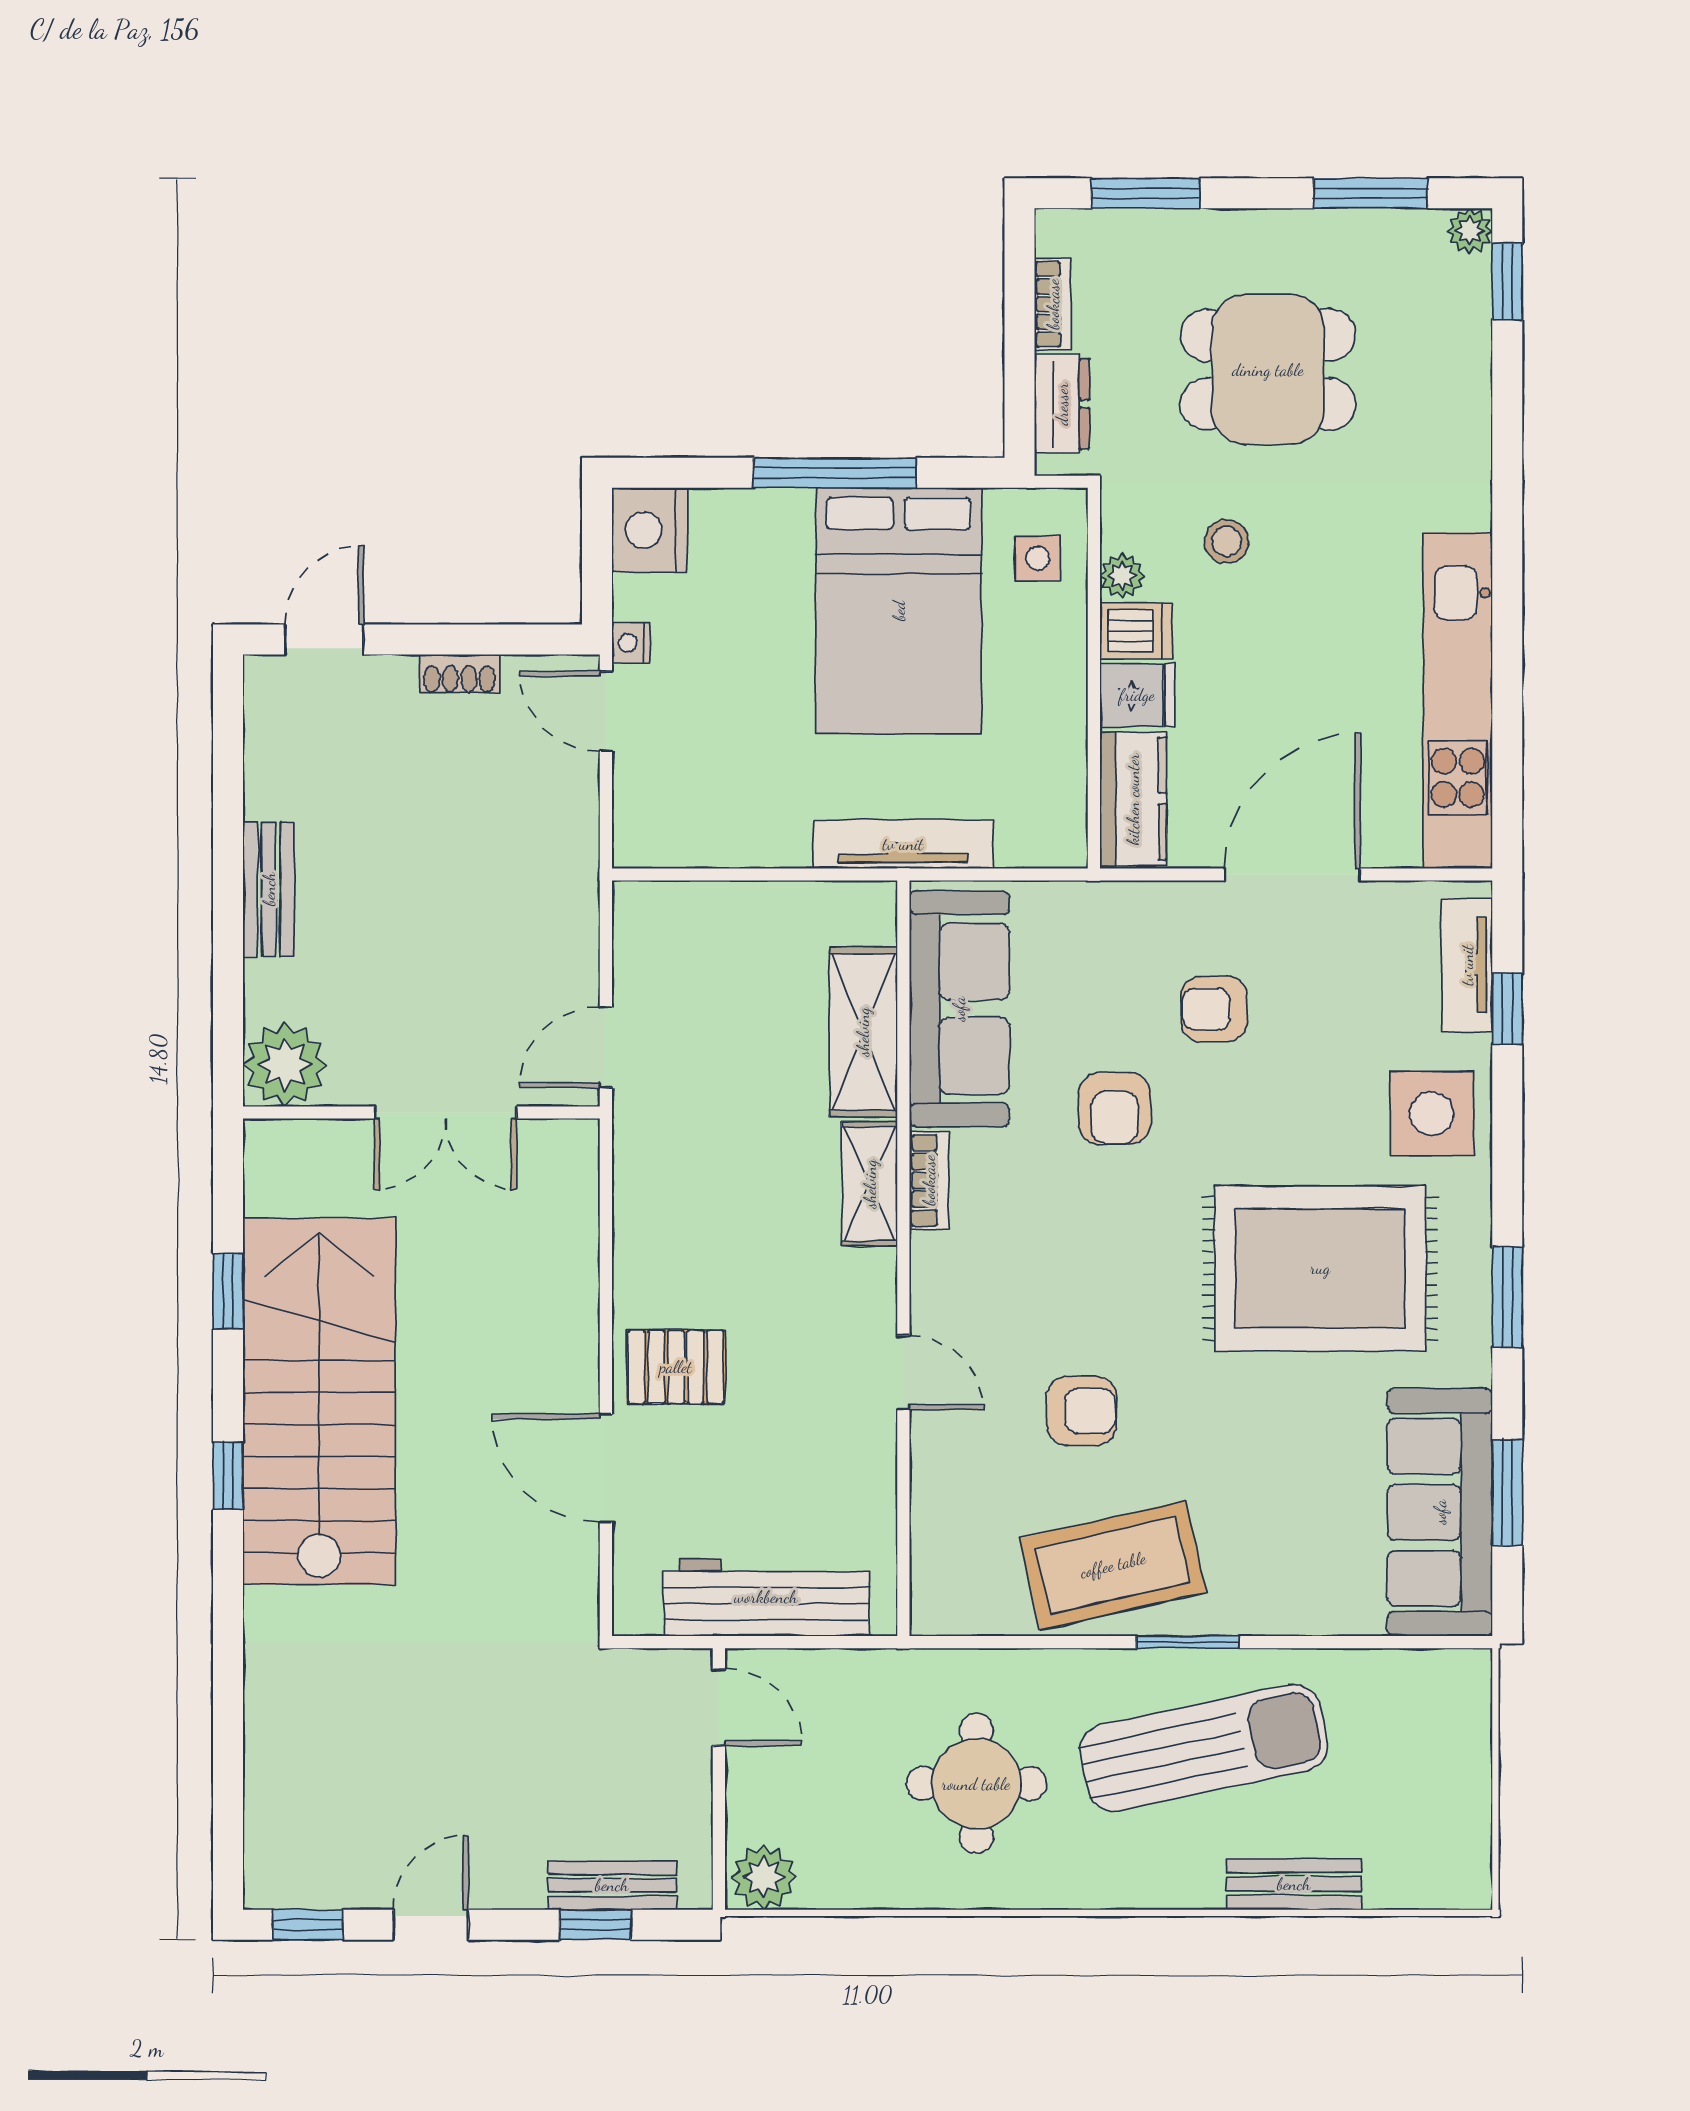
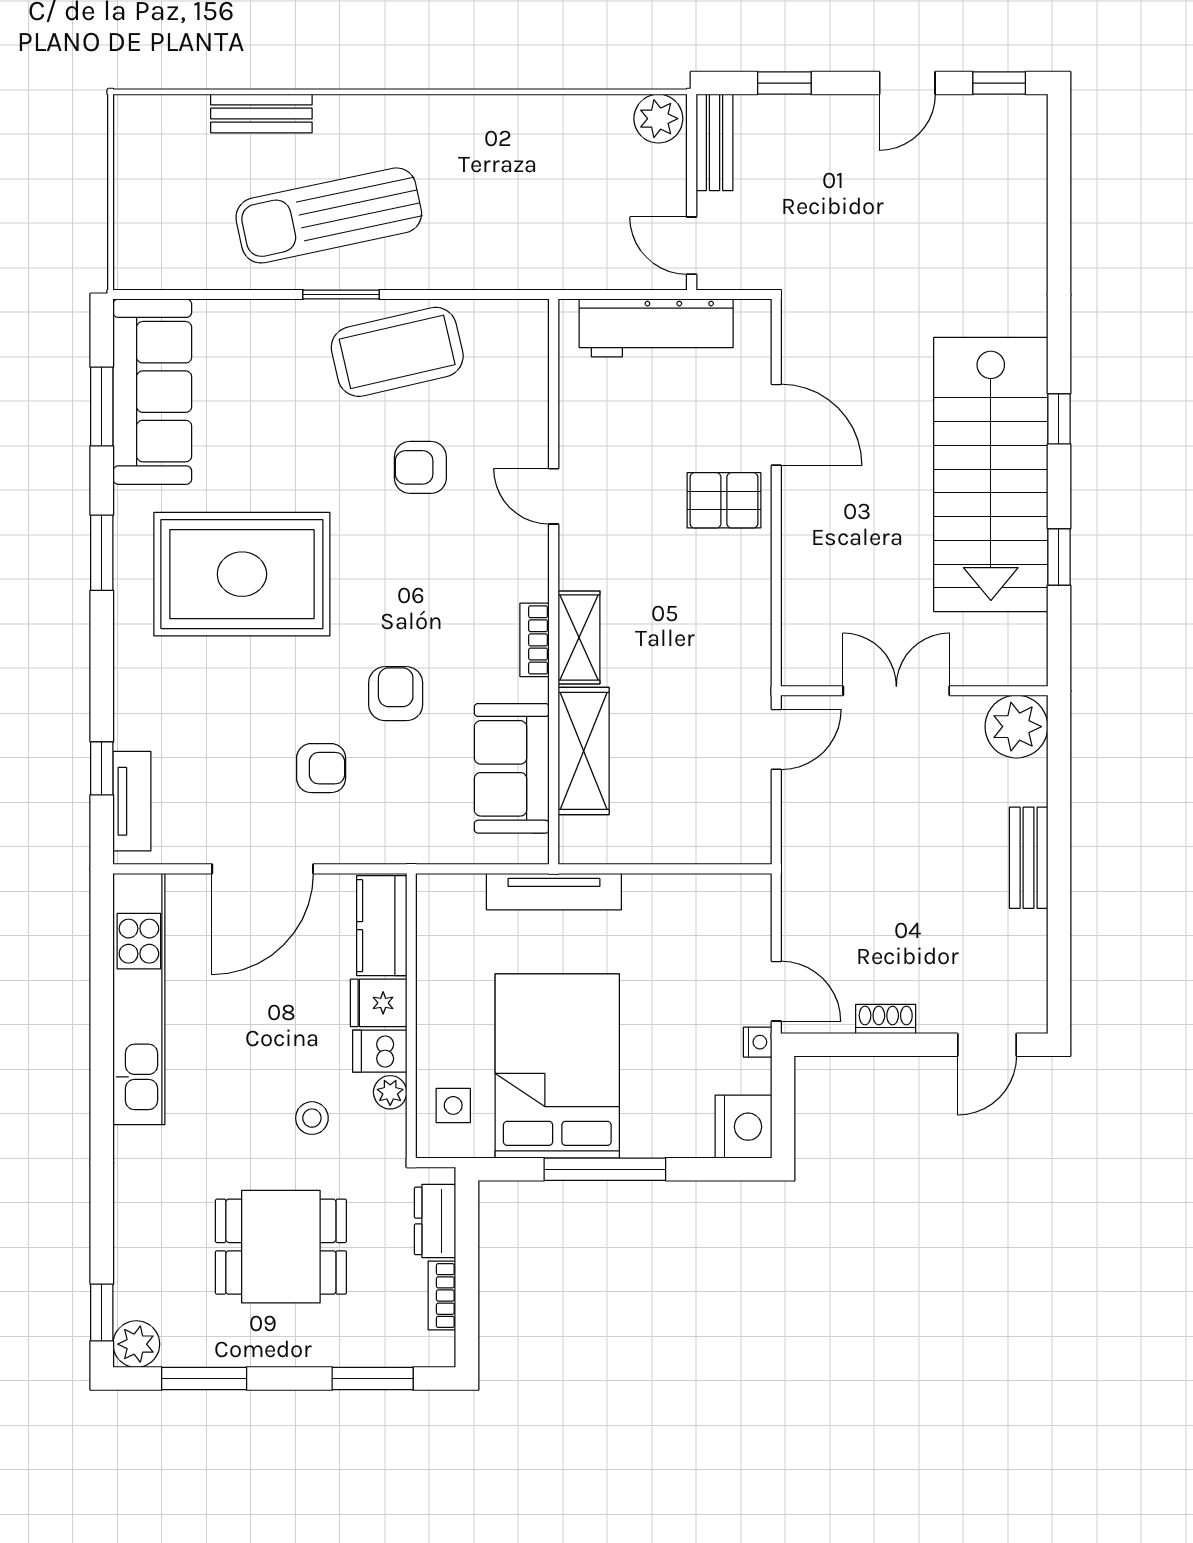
plant: (1470, 231) -> (136, 1344), width x1.38, depth x1.38
sofa: (959, 1009) -> (512, 768), width x0.73
side table: (1432, 1114) -> (158, 690), removed
round table: (976, 1784) -> (499, 189), removed
bench: (612, 1885) -> (715, 142), moved, turned 90

